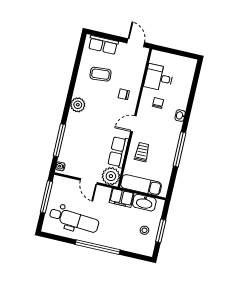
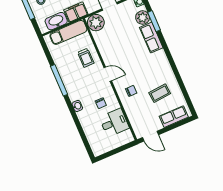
plant: (78, 105) -> (143, 18), moved
door: (133, 124) -> (108, 74), hinge flipped
window: (59, 140) -> (154, 21), width x0.69
row of seats: (118, 152) -> (151, 38), moved, turned 180

